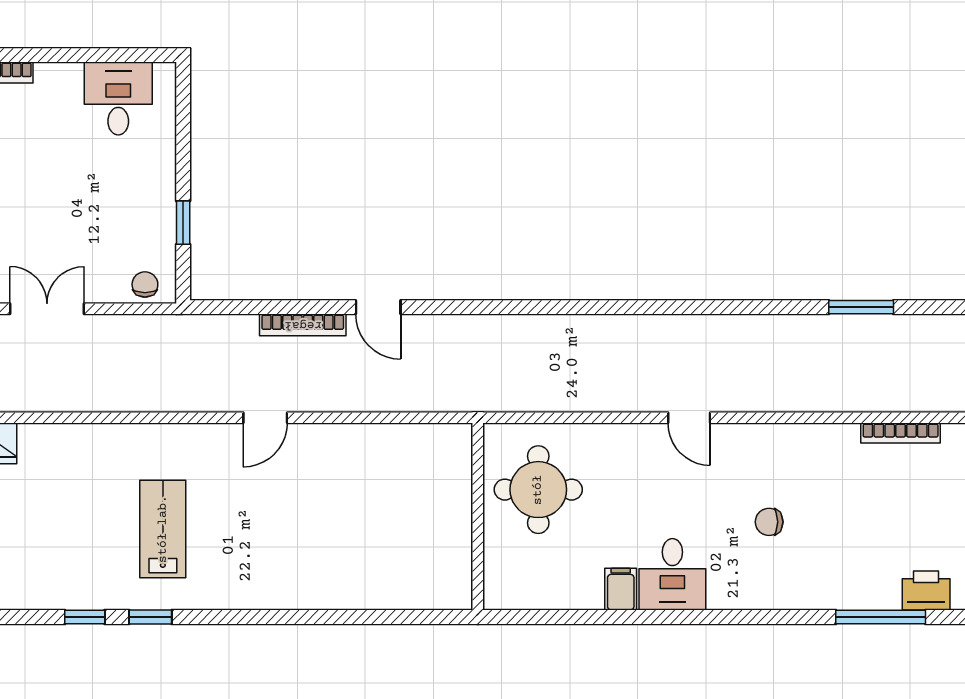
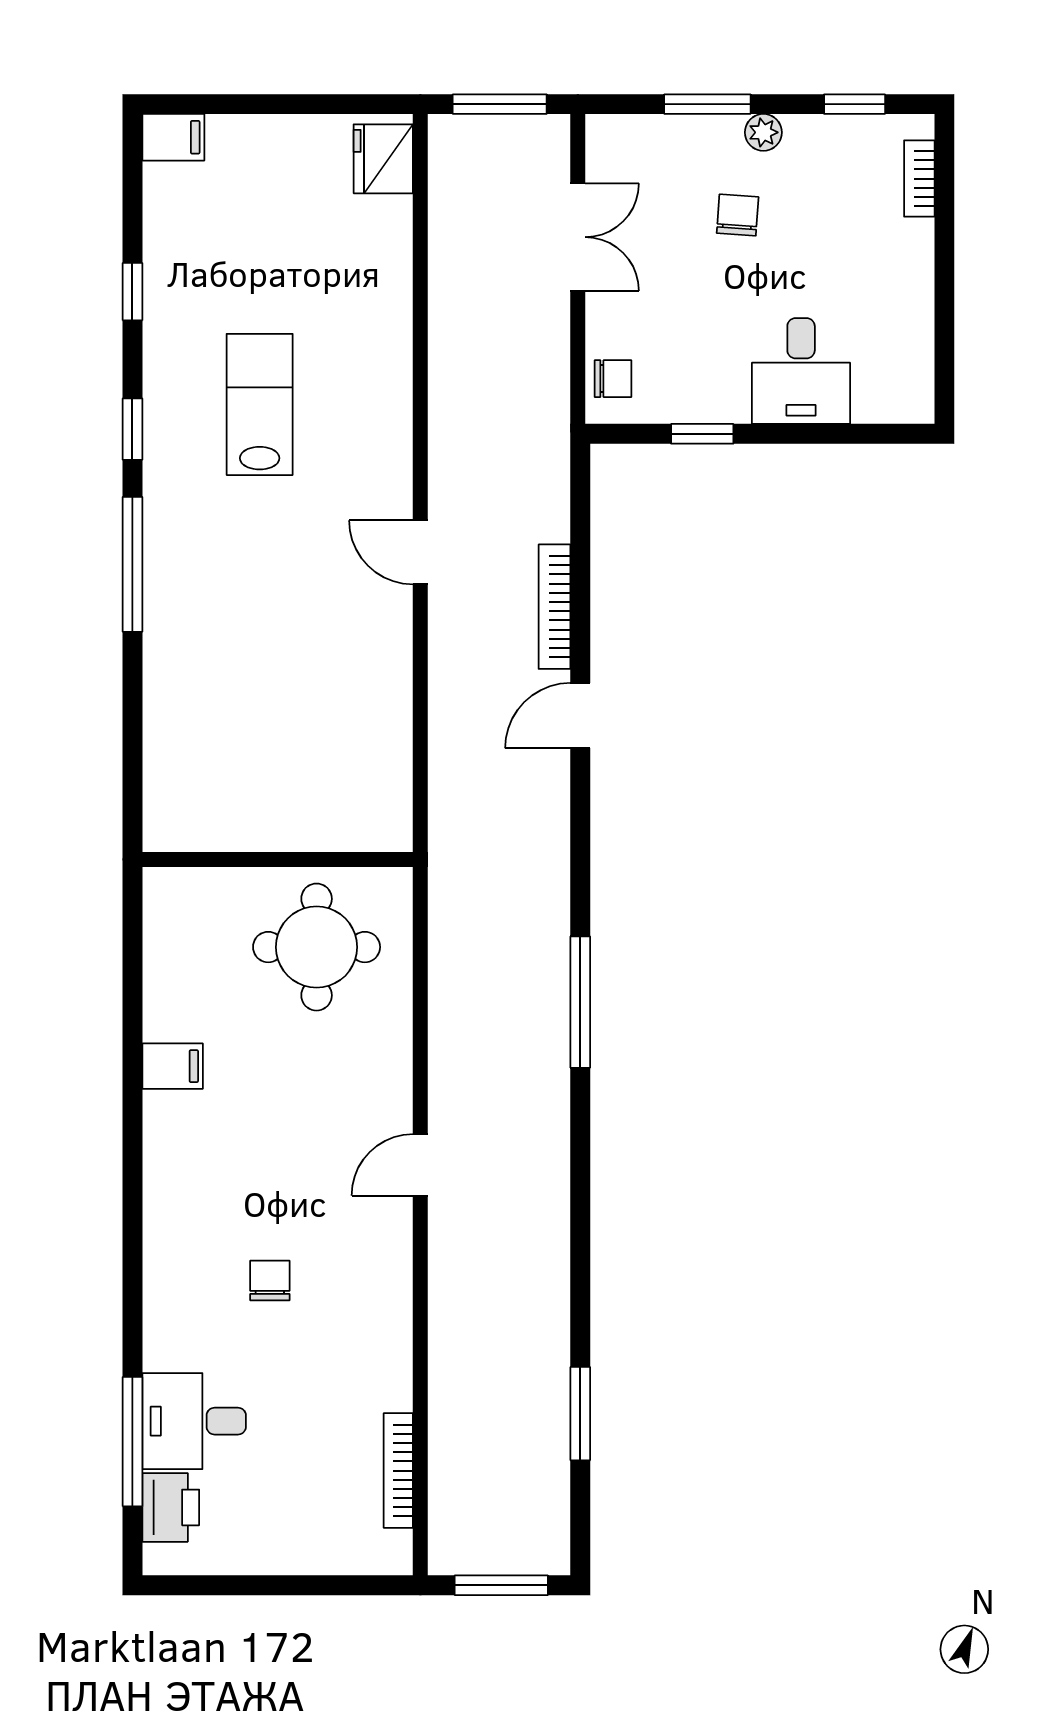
desk: (118, 99) -> (801, 371), moved, turned 90
chair: (32, 198) -> (738, 215), added
window: (576, 307) -> (580, 1002), added
lab bench: (163, 529) -> (260, 404), turned -90
desk: (672, 574) -> (194, 1421), moved
window: (150, 617) -> (132, 429), moved
window: (273, 617) -> (132, 564), added

